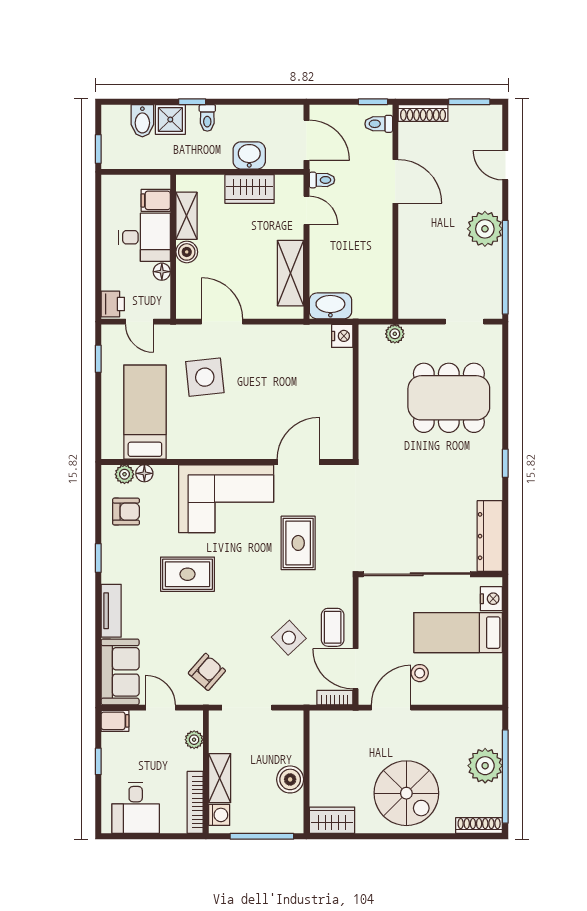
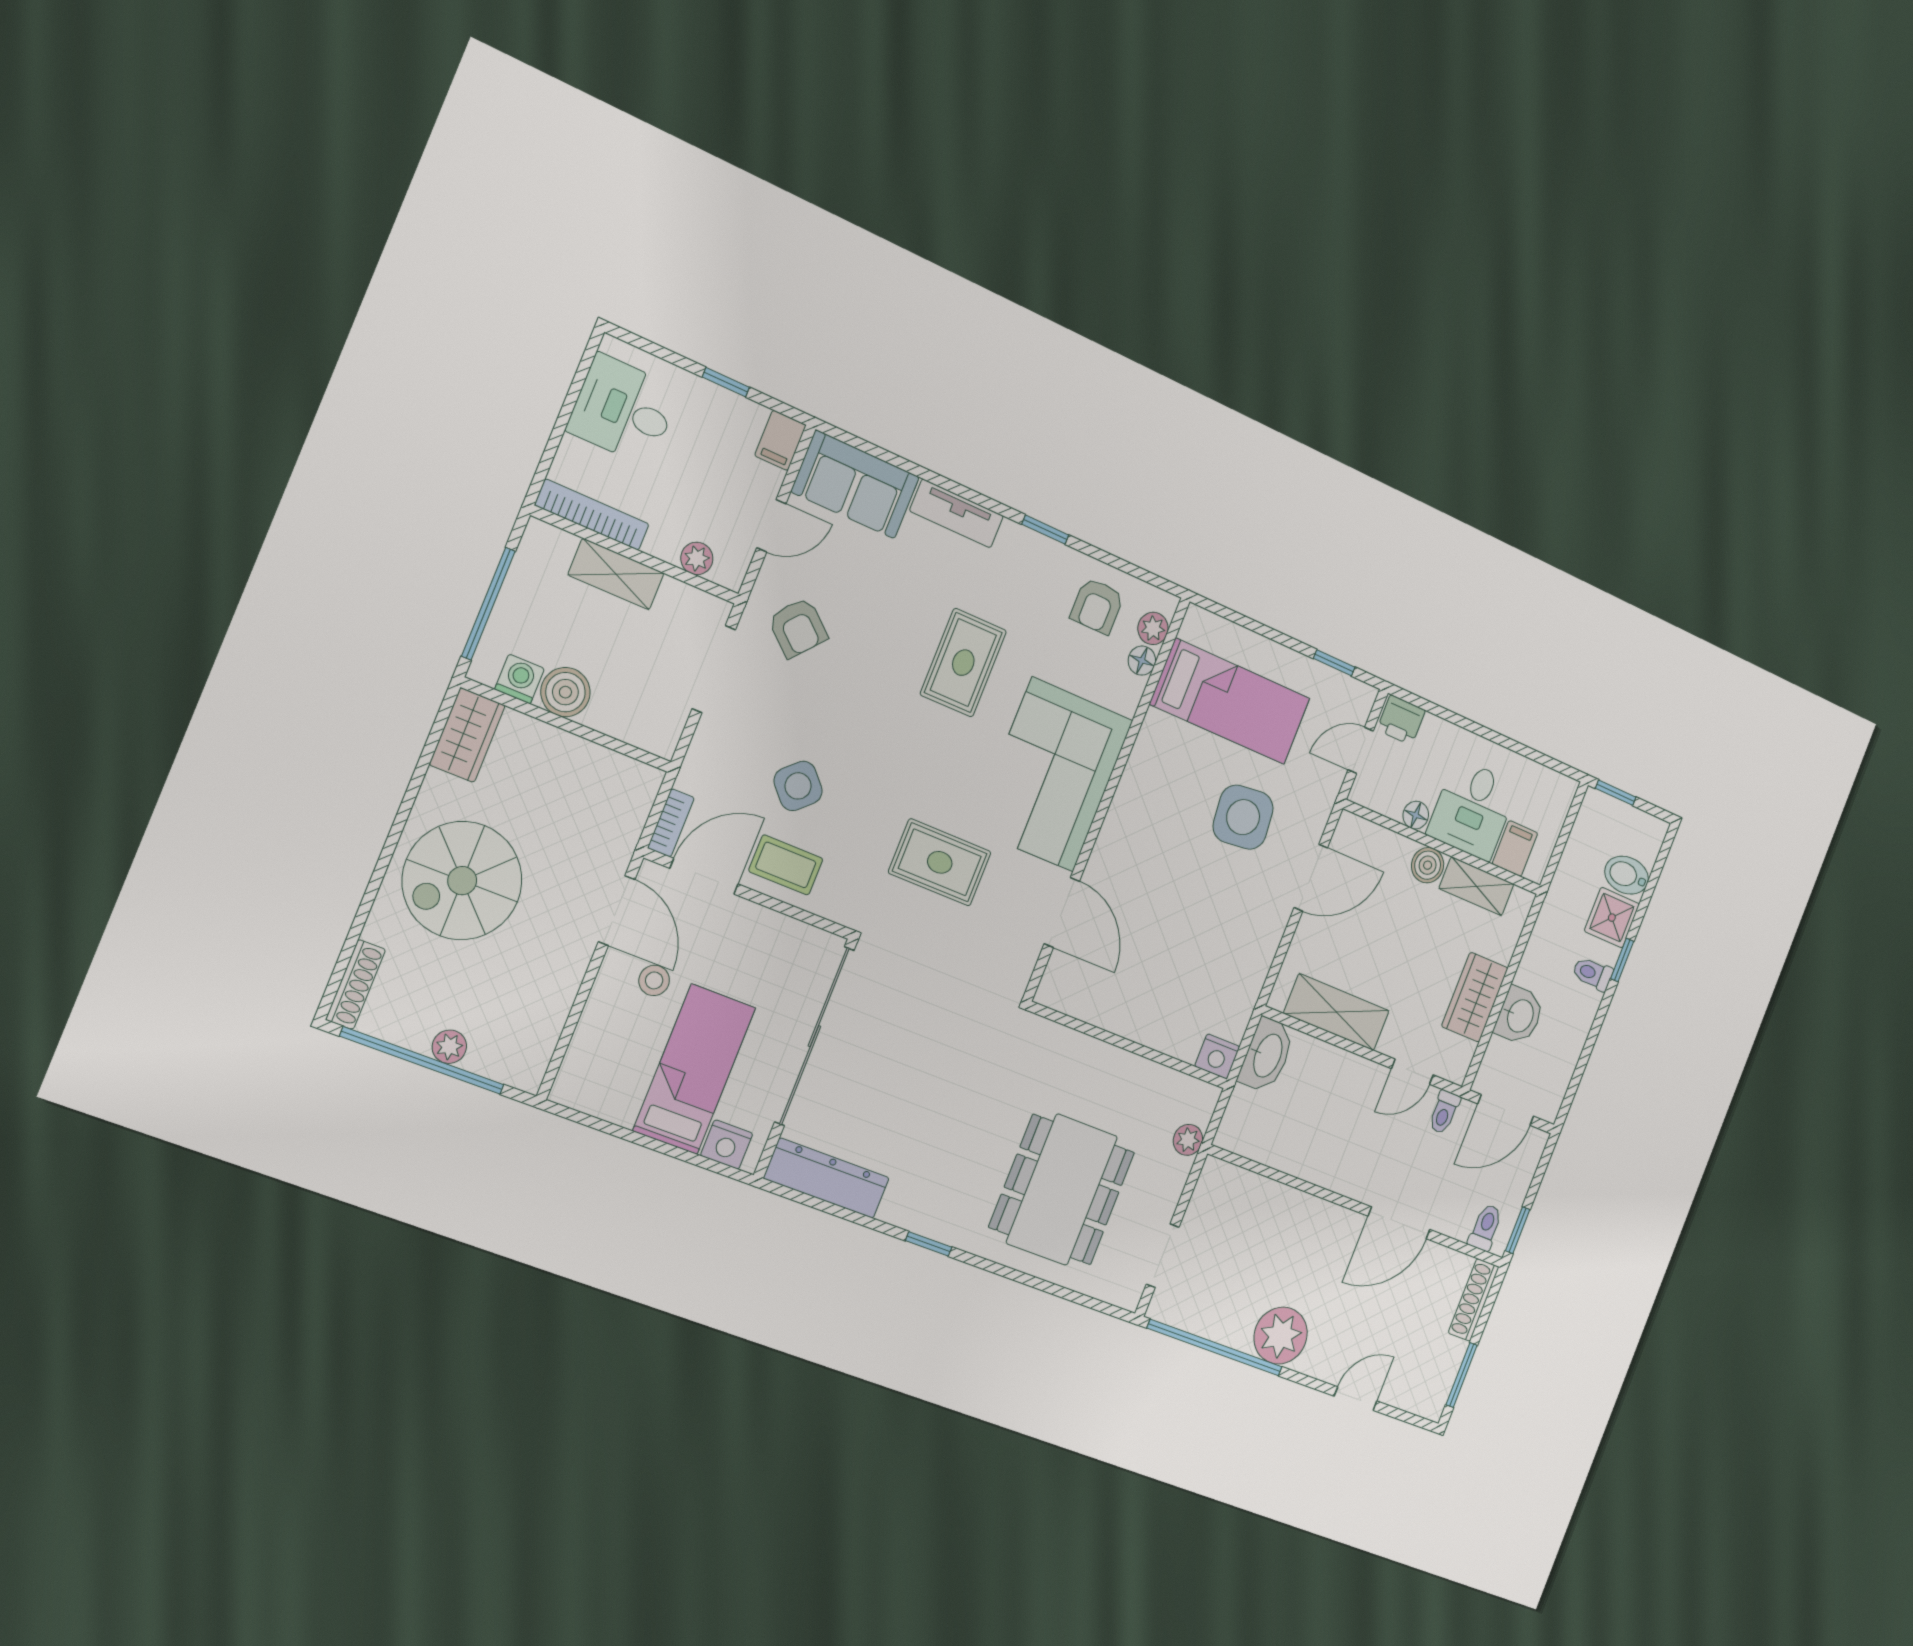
plant: (485, 766) -> (449, 1047), width x0.53, depth x0.53
washing machine: (219, 815) -> (520, 679), moved, turned 180

